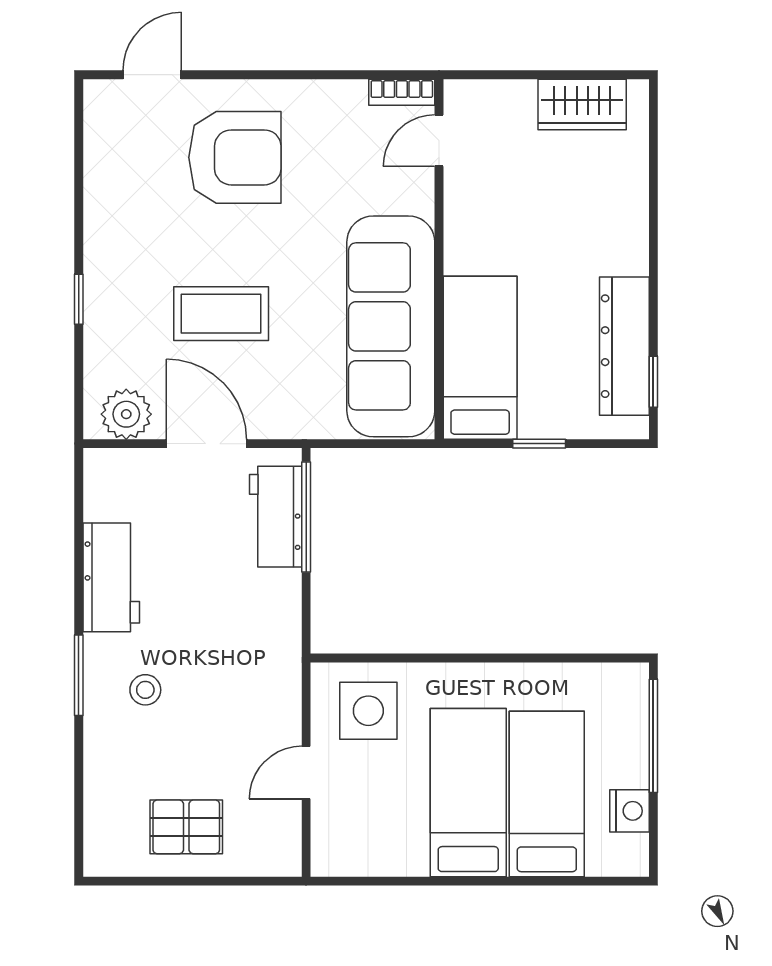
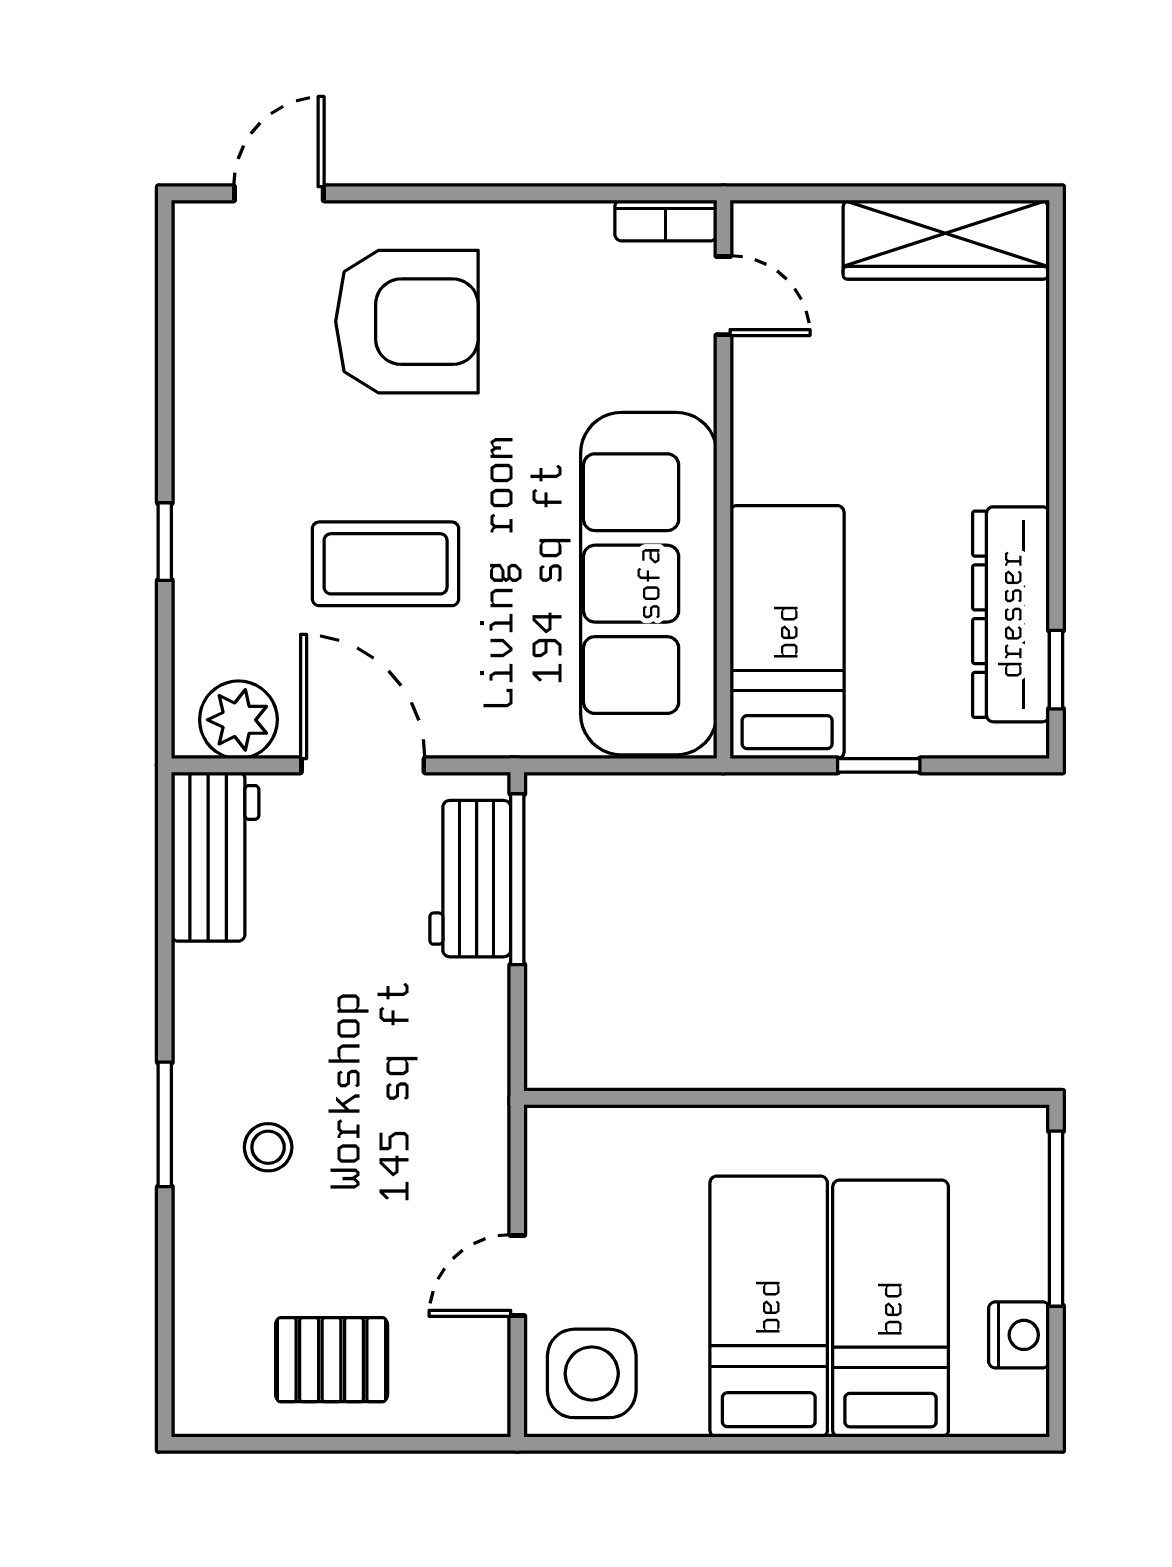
wardrobe: (582, 105) -> (945, 240), width x1.50
door: (439, 141) -> (723, 296), swing flipped
workbench: (111, 577) -> (215, 857), moved
side table: (368, 711) -> (592, 1373), moved

